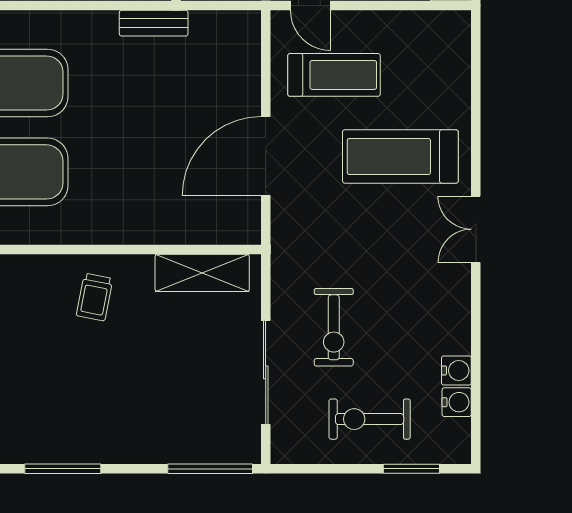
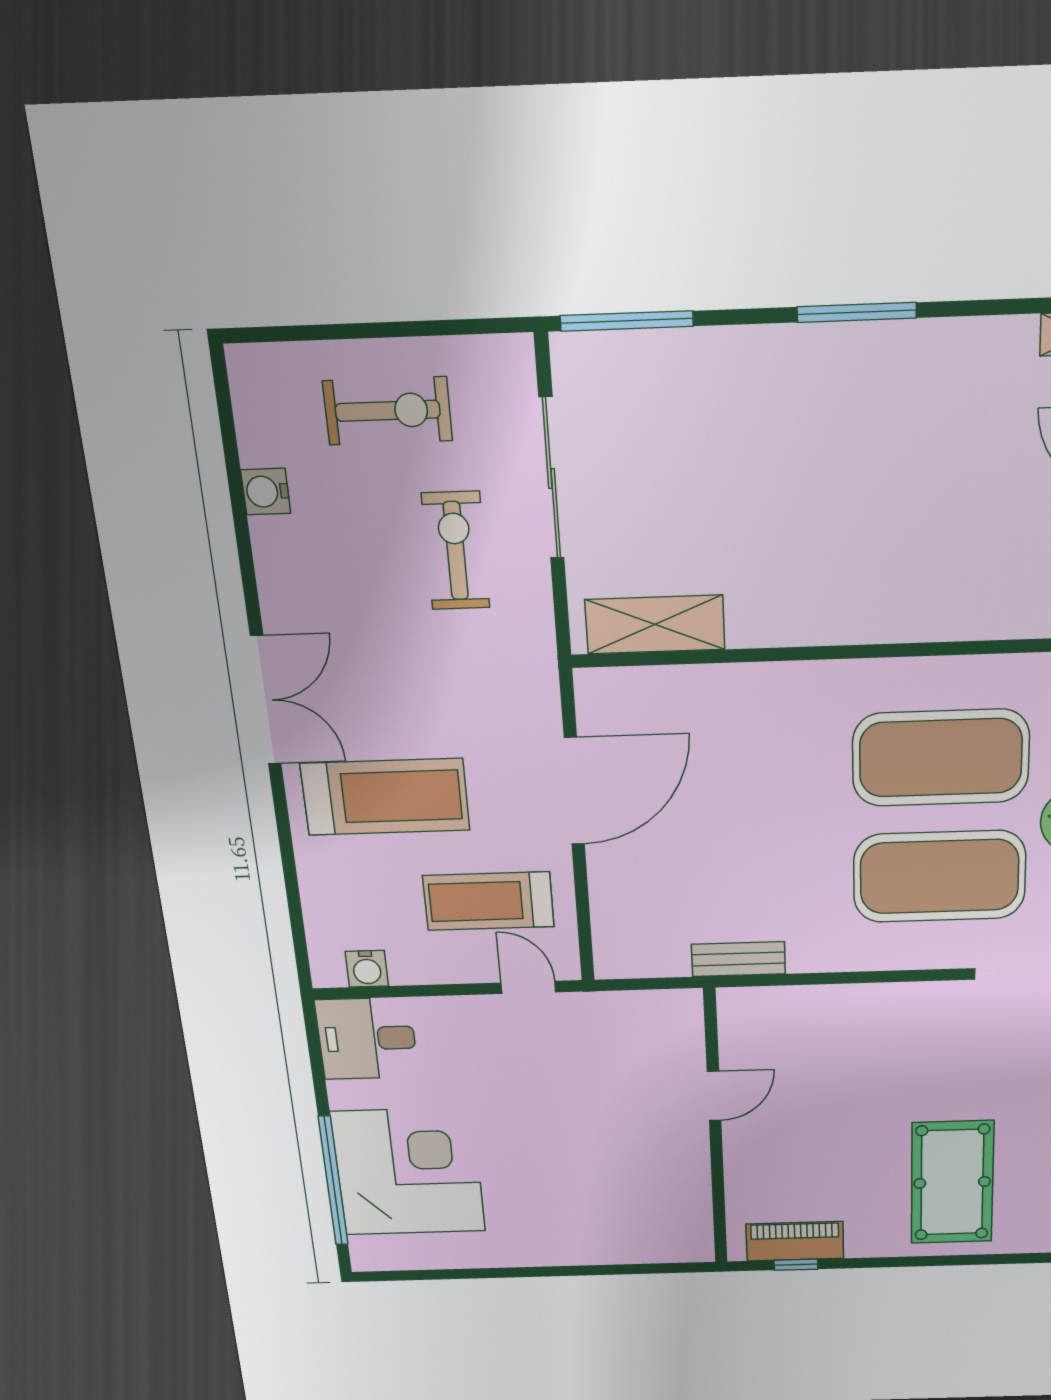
double door: (476, 229) -> (266, 700), width x1.37
trolley: (95, 297) -> (812, 584), removed
water cooler: (457, 402) -> (367, 969), moved, turned -90
window: (411, 469) -> (314, 333), removed

